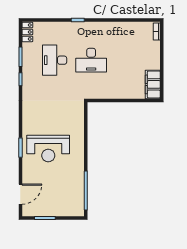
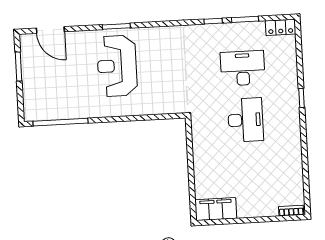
desk: (91, 60) -> (246, 120), turned 180

